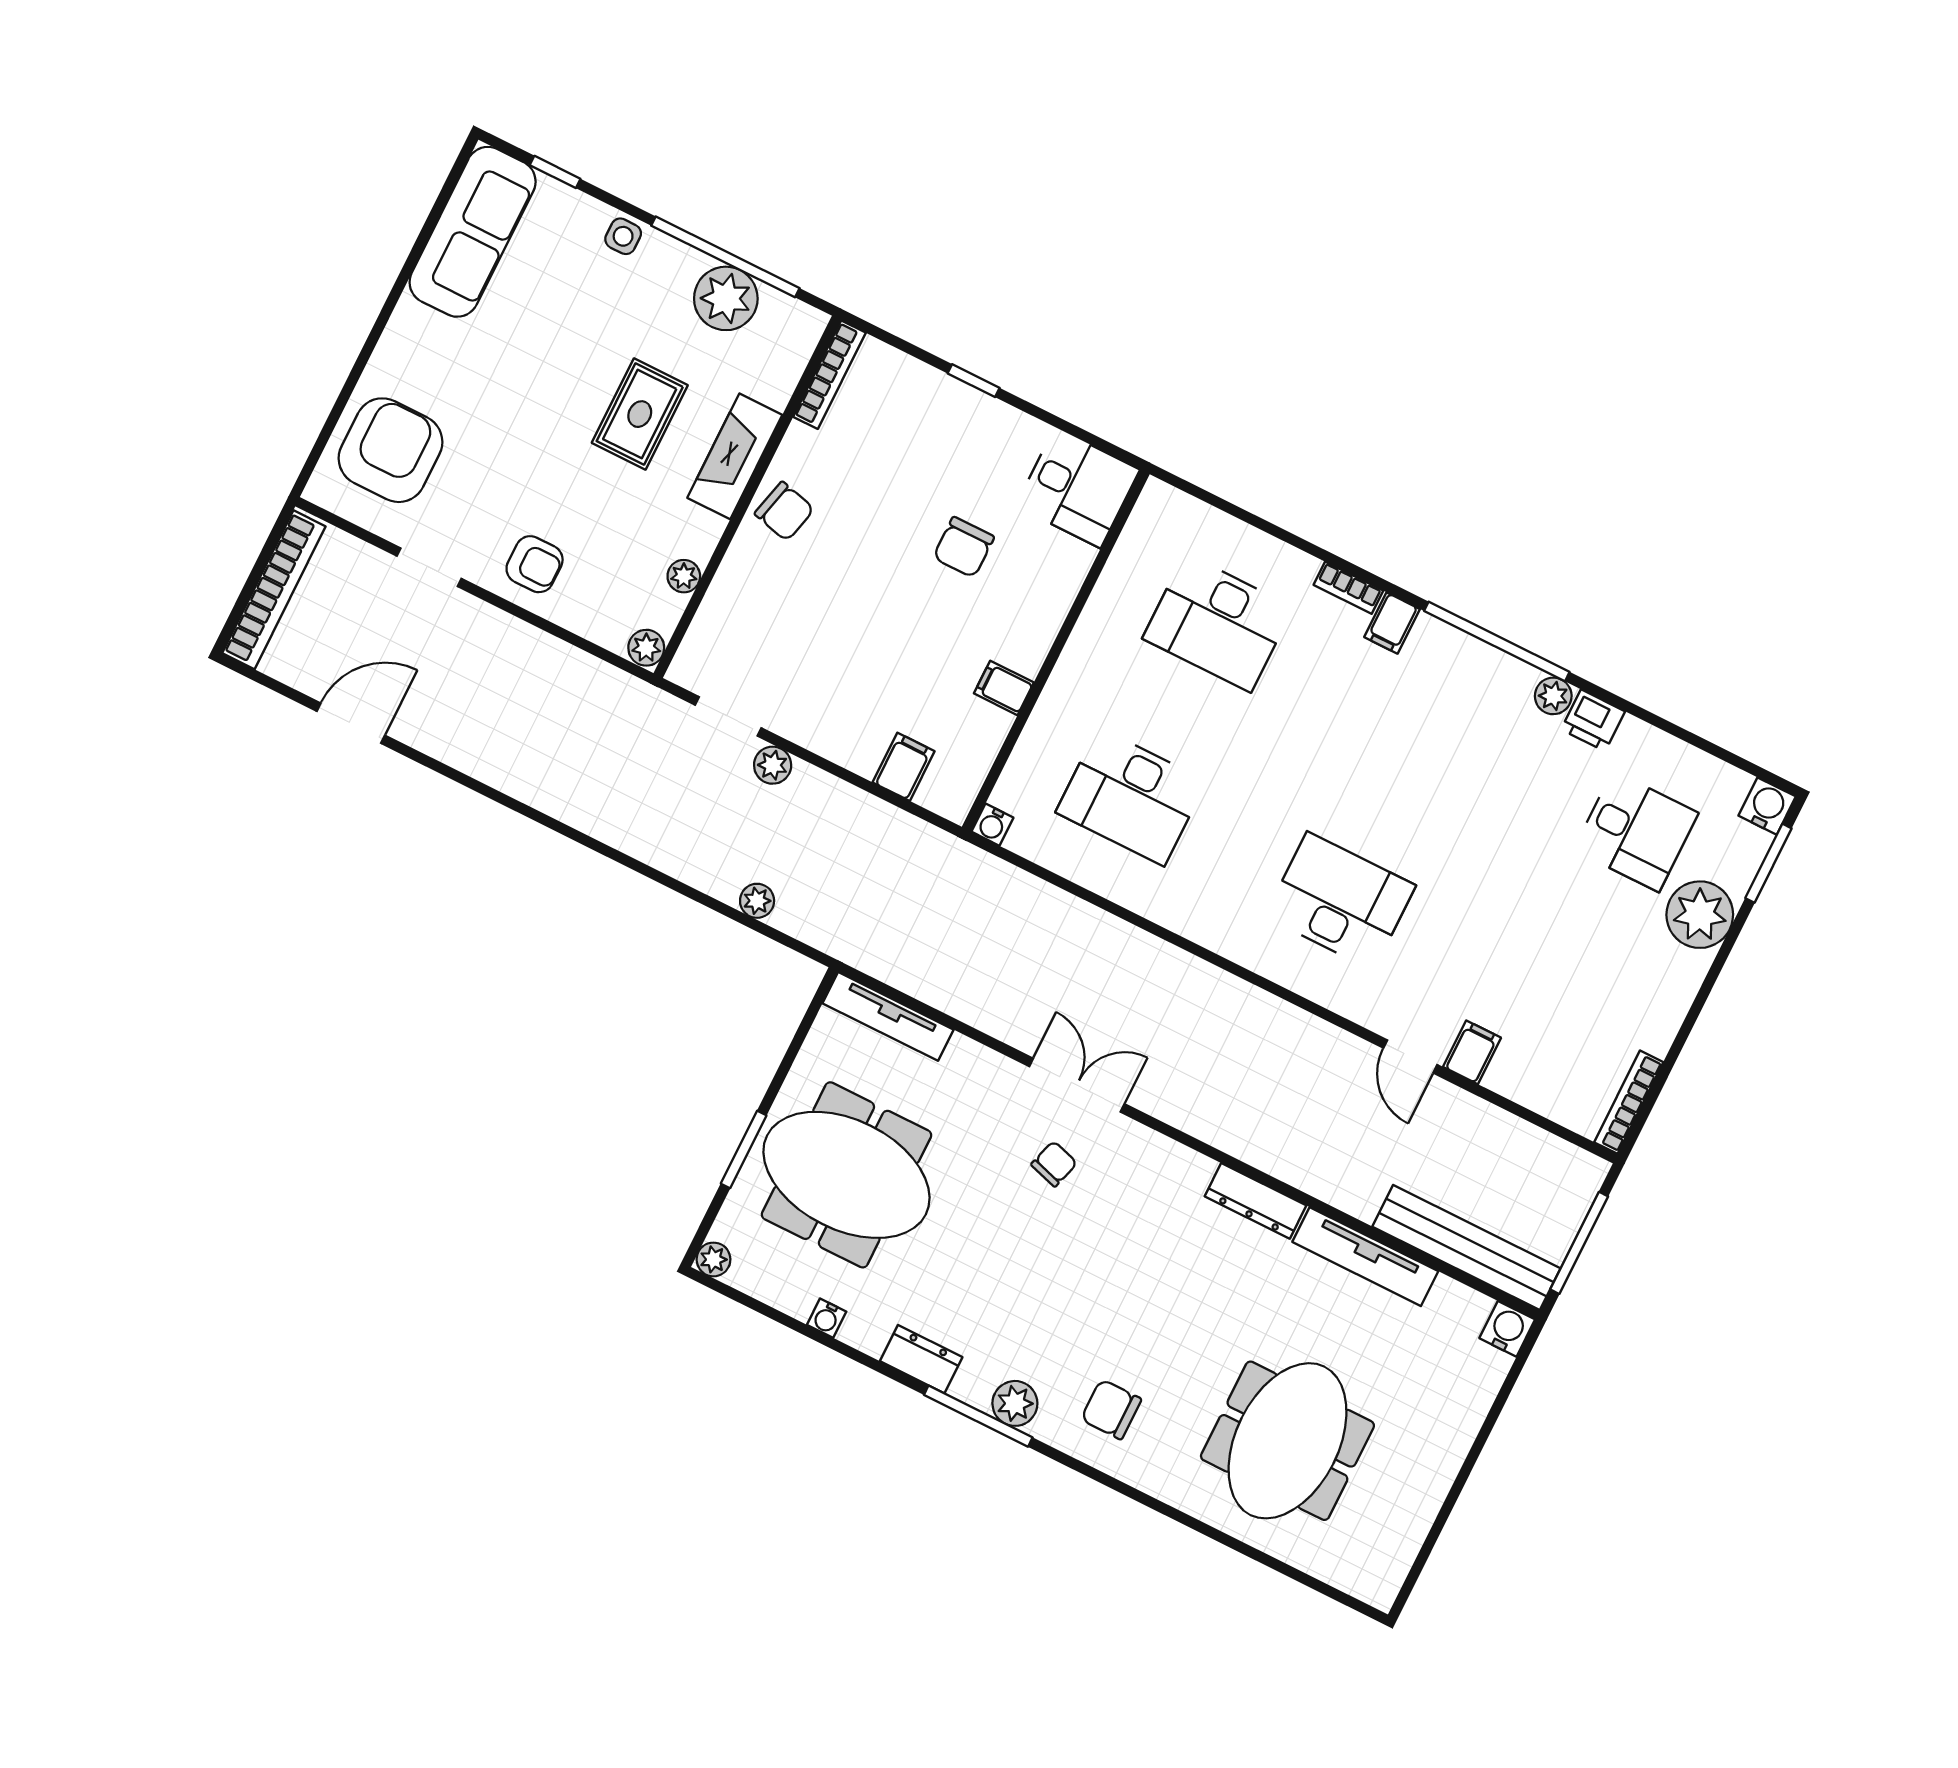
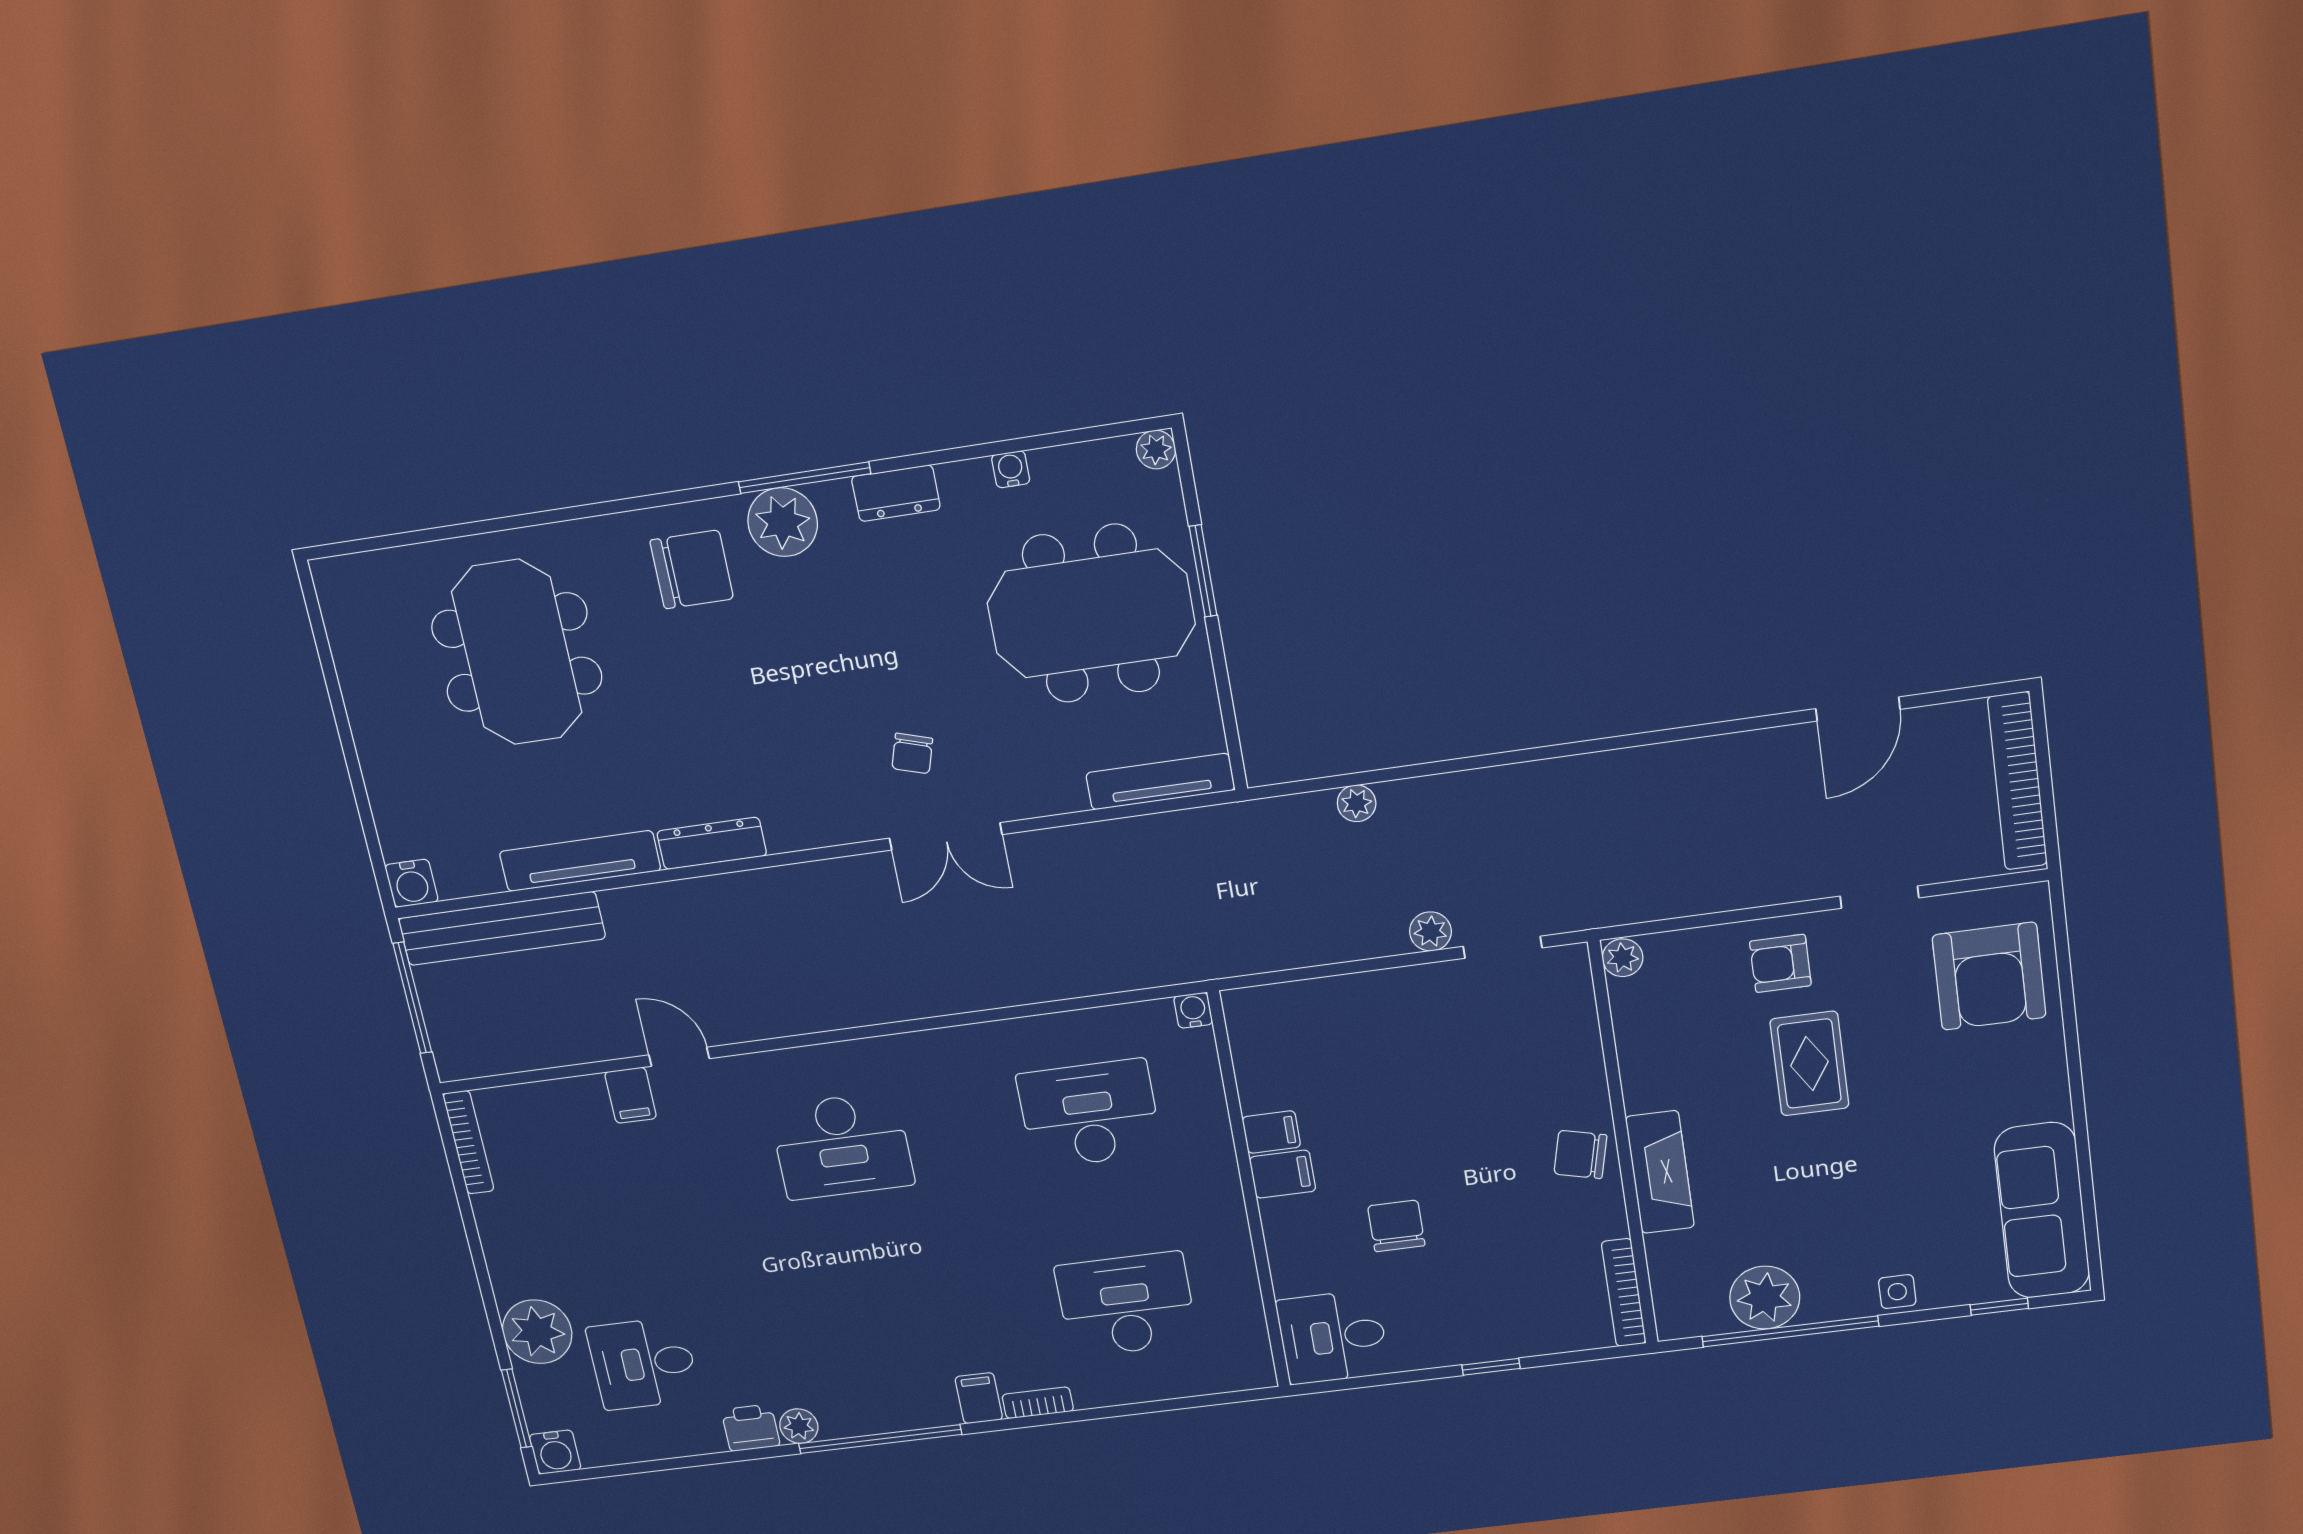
rug: (640, 414) -> (1809, 1064), moved
plant: (684, 576) -> (1633, 1041), removed
filing cabinet: (904, 767) -> (1283, 1174), moved, turned -90
plant: (1015, 1403) -> (783, 522), width x1.36, depth x1.36
chair: (1111, 1409) -> (692, 569), width x1.37, depth x1.37

